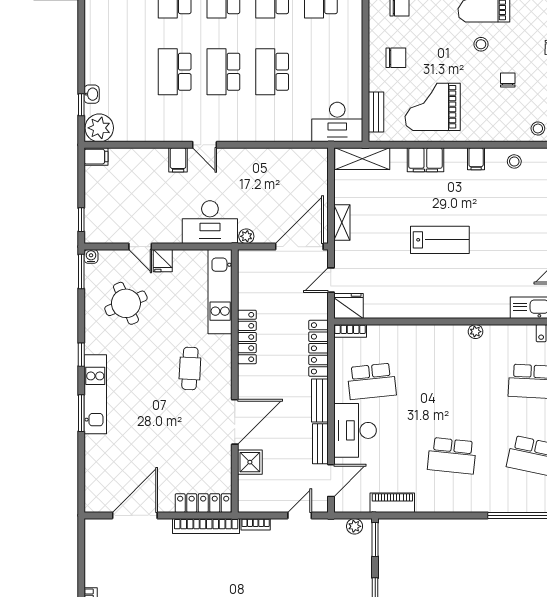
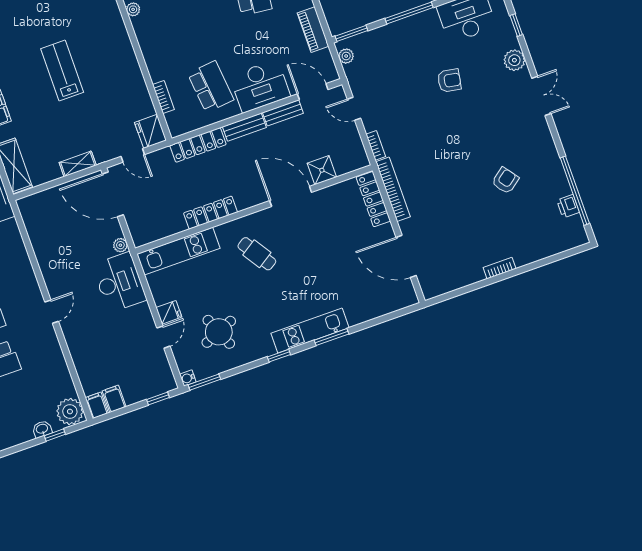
filing cabinet: (178, 160) -> (114, 399), moved, turned -90
bookcase: (350, 331) -> (163, 97), moved
cafe table: (190, 368) -> (257, 254), turned 54

